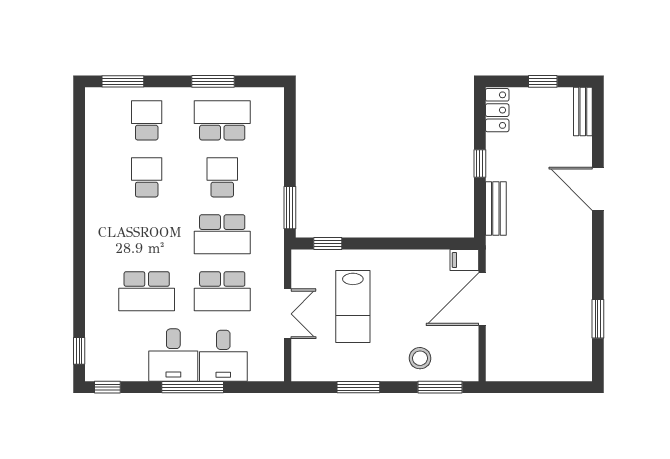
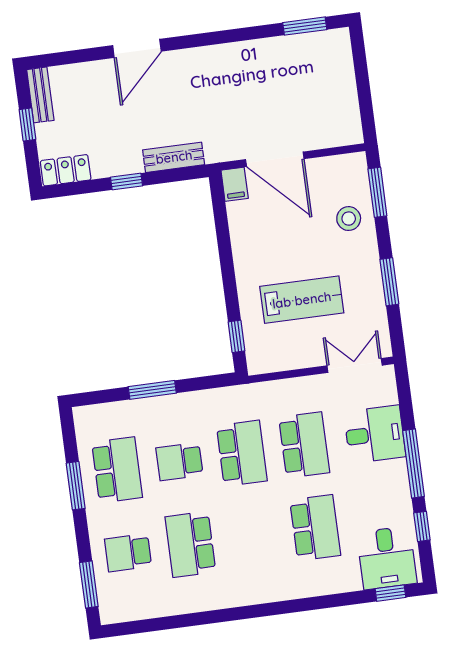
bench: (583, 112) -> (40, 95), moved, turned 90
school desk: (222, 120) -> (117, 470), turned 180
school desk: (147, 177) -> (190, 544), width x1.85
window: (290, 208) -> (152, 390), moved
double door: (288, 314) -> (355, 365), moved
window: (598, 319) -> (305, 26), moved
desk: (173, 355) -> (387, 558), moved, turned 90
window: (107, 387) -> (422, 526), moved

